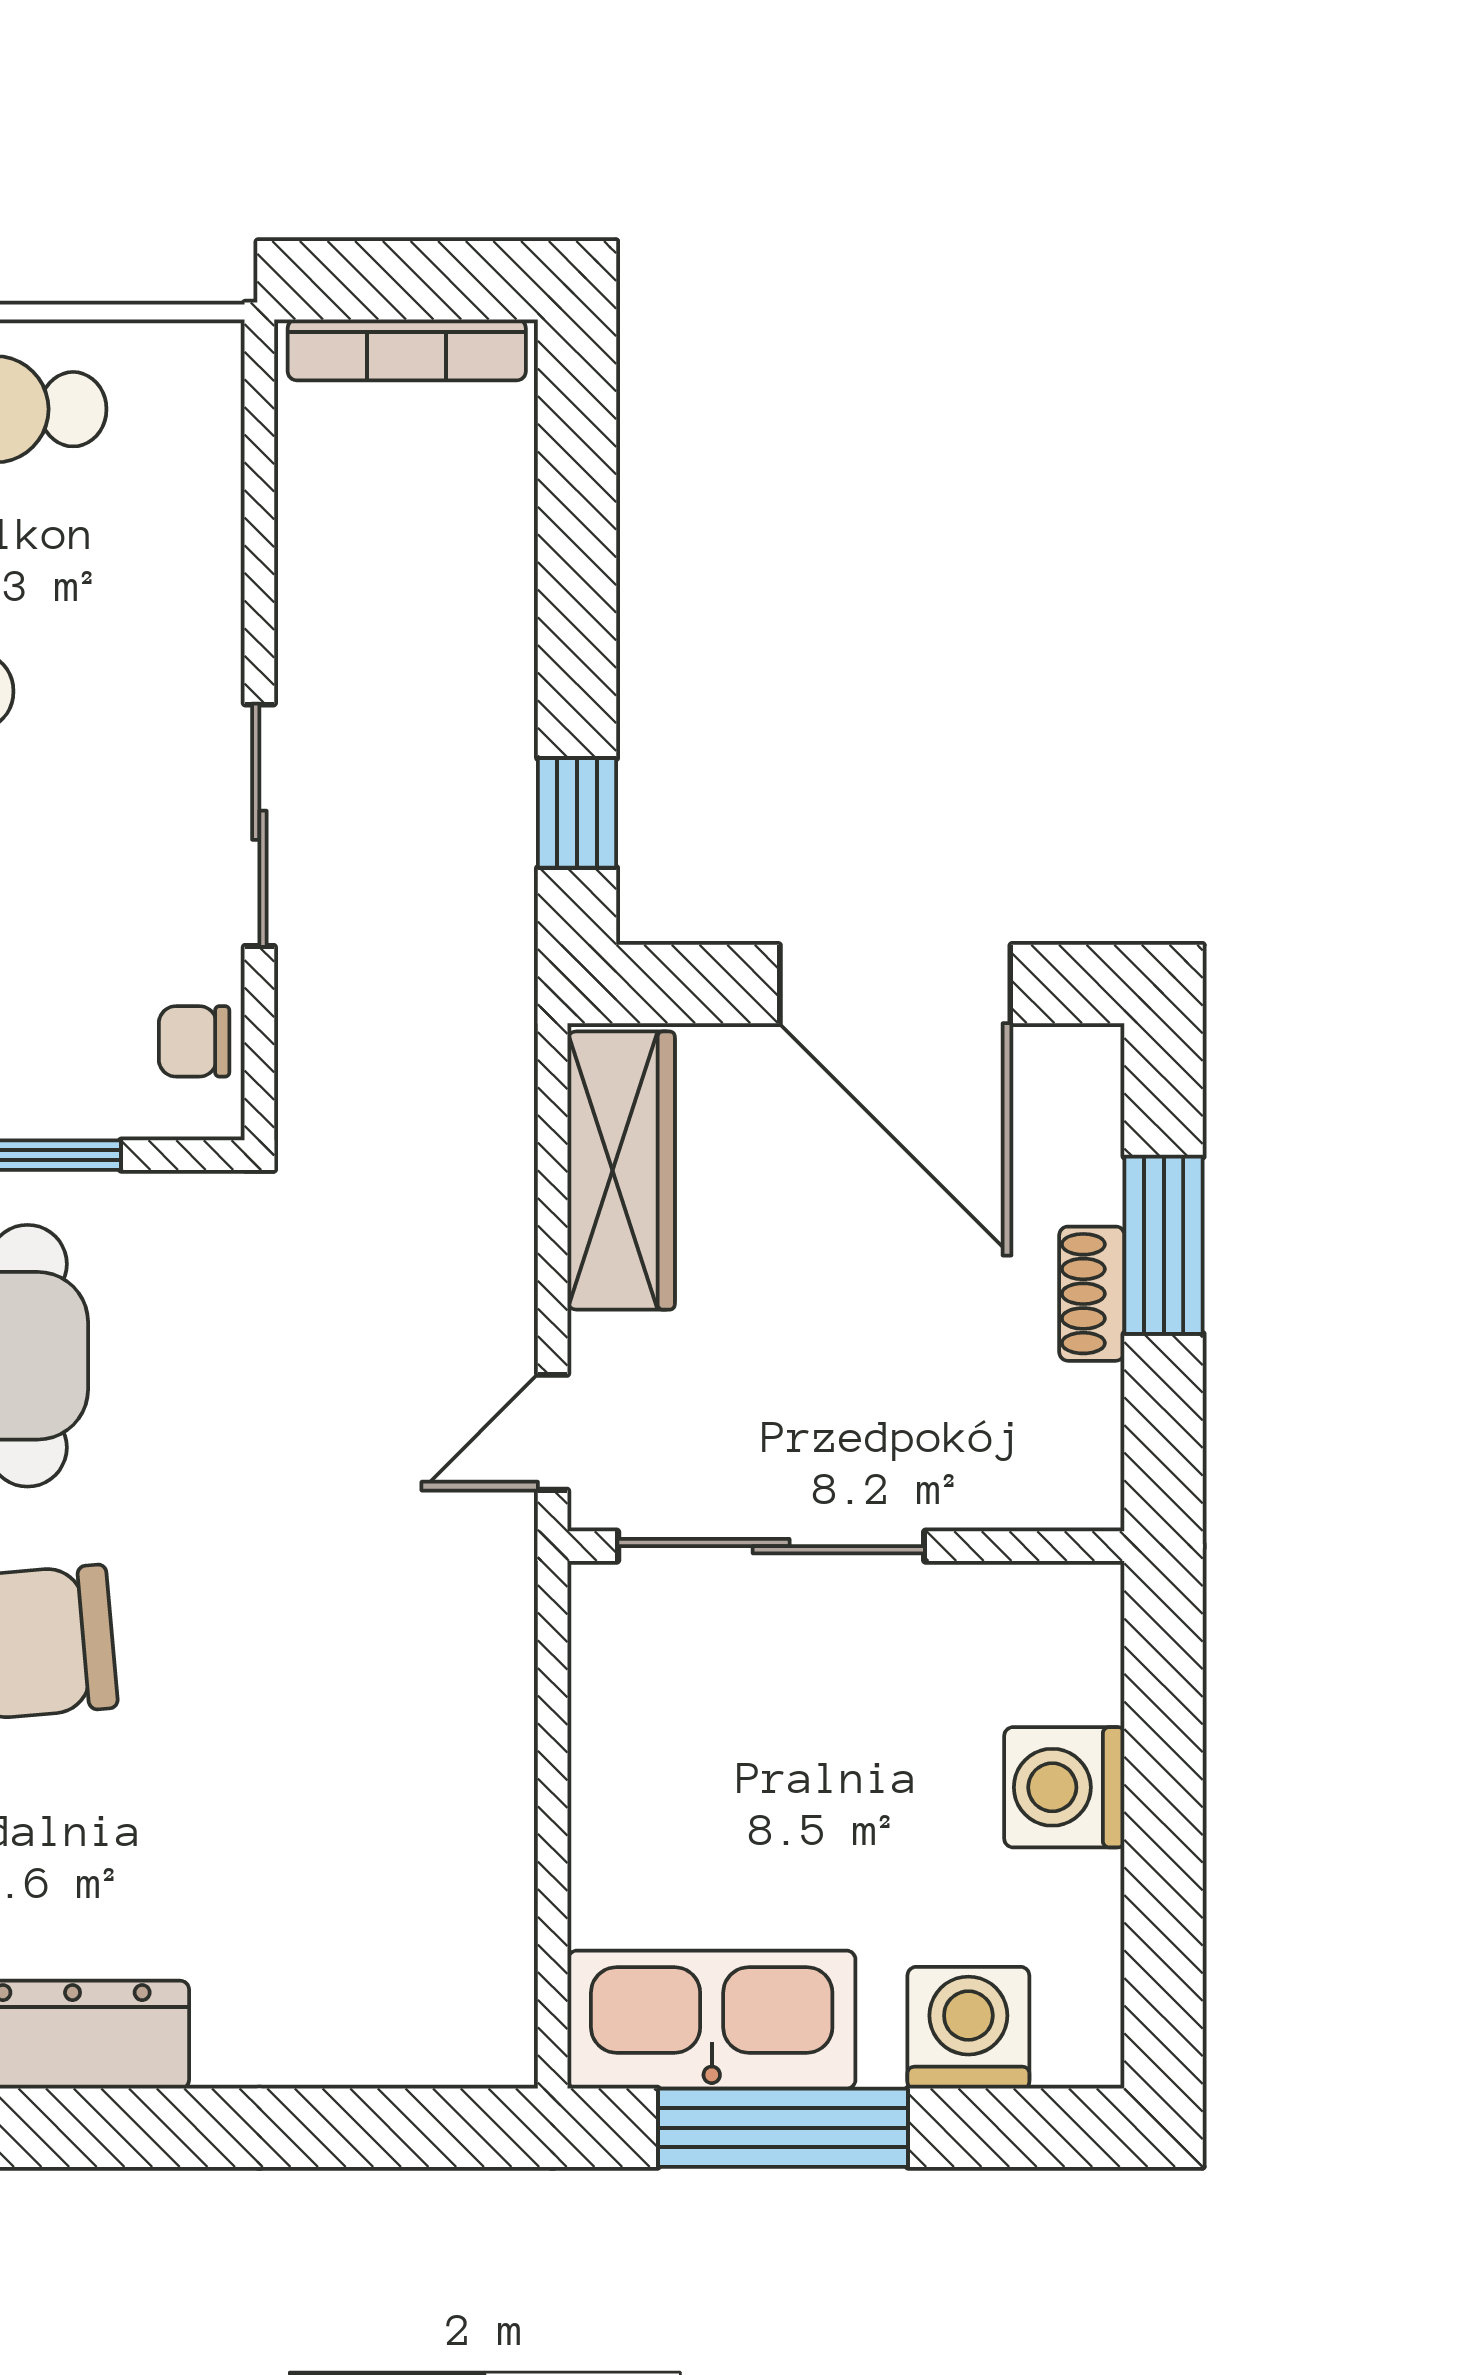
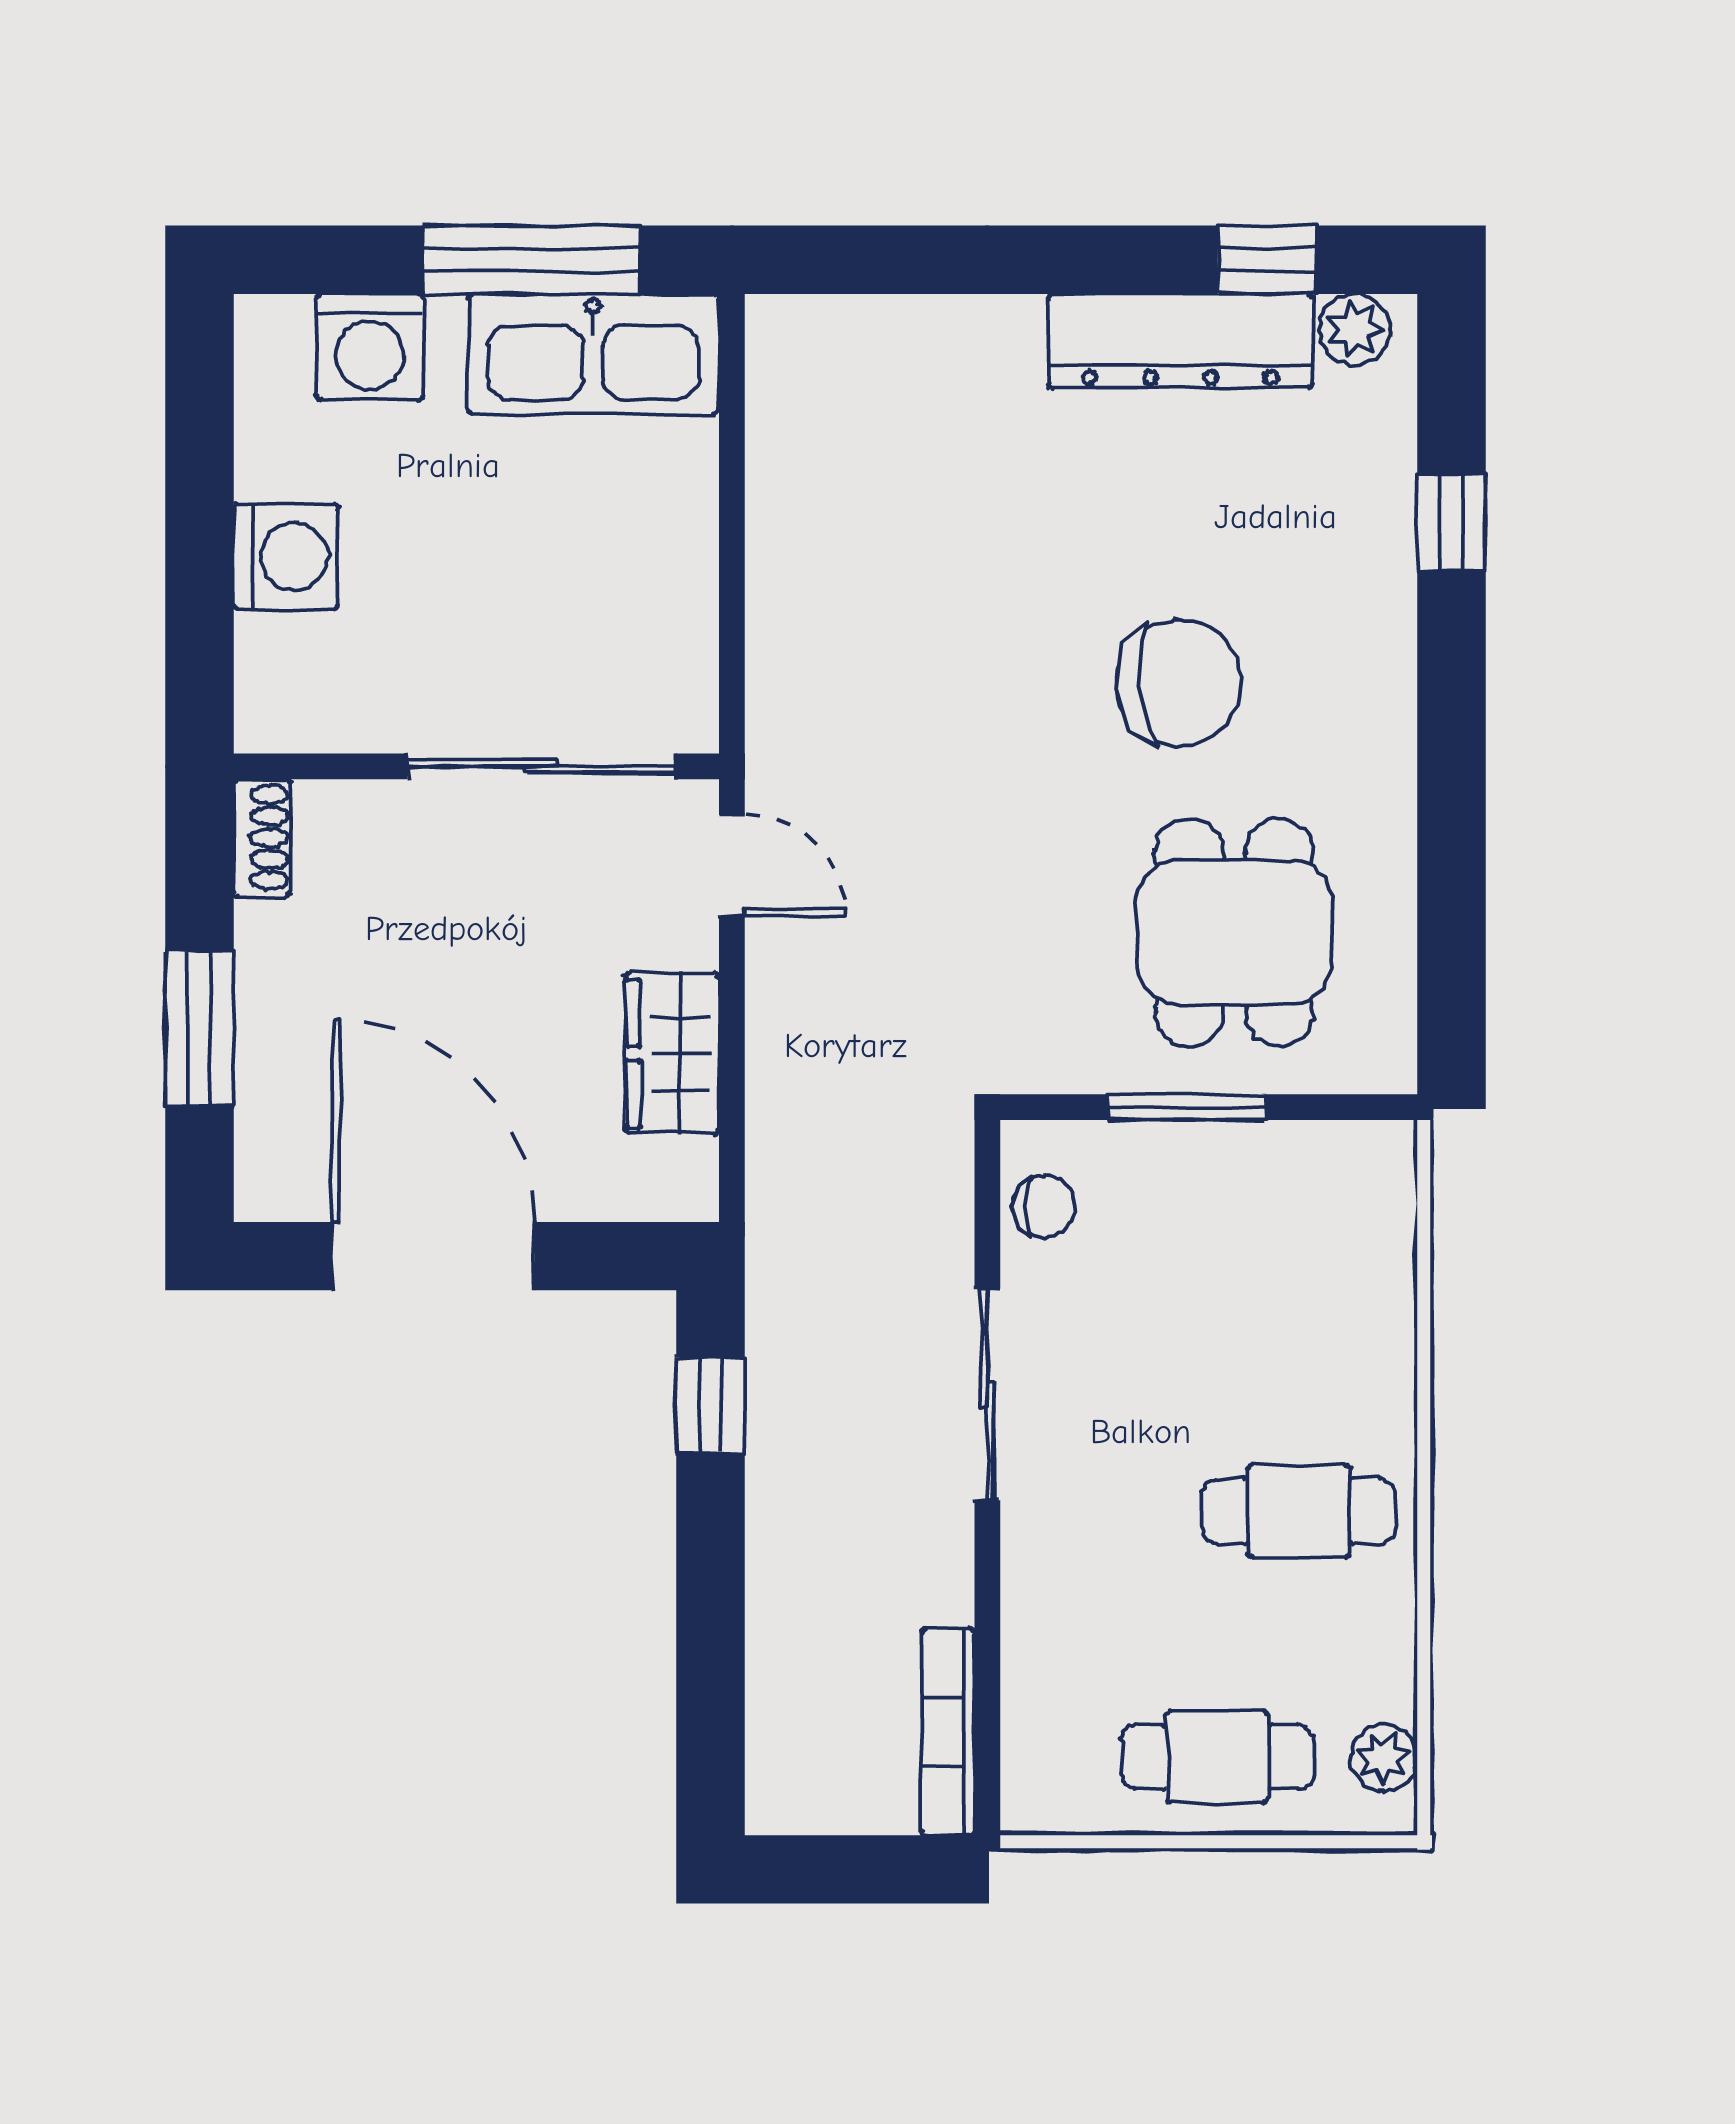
bookcase: (407, 350) -> (948, 1732), moved, turned -90
wardrobe: (621, 1171) -> (672, 1053), width x0.67
shoe rack: (1092, 1294) -> (262, 838), moved
door: (553, 1432) -> (732, 866), hinge flipped

